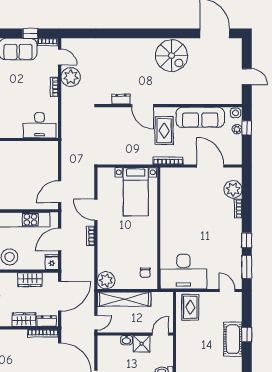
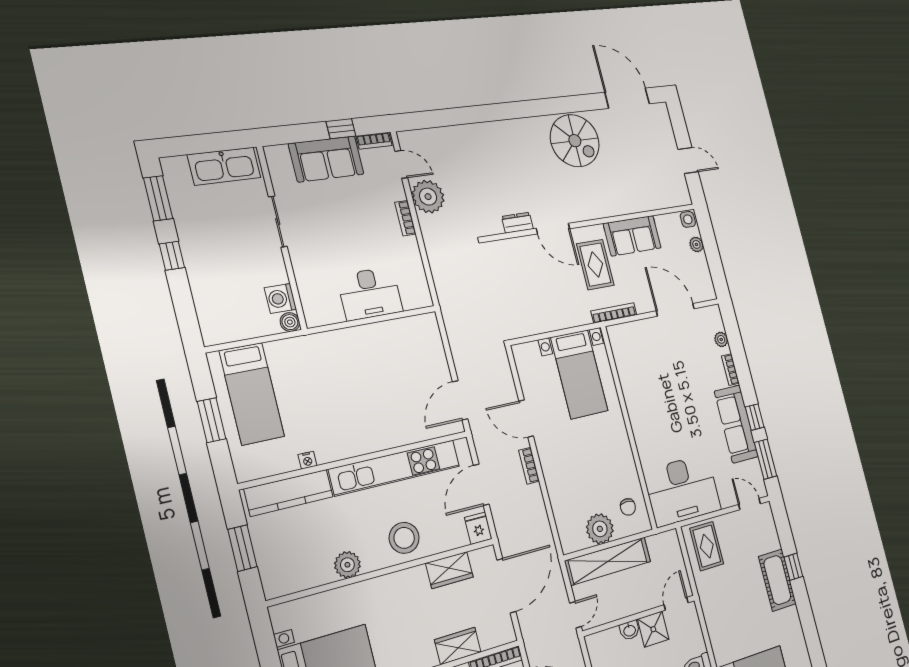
sofa: (200, 117) -> (632, 236), width x0.73
desk: (40, 125) -> (370, 294), moved
window: (247, 128) -> (709, 240), removed
plant: (233, 189) -> (721, 339), width x0.53, depth x0.53
sofa: (232, 242) -> (736, 424), added
plant: (106, 280) -> (600, 529), moved
dresser: (46, 321) -> (496, 637), removed

